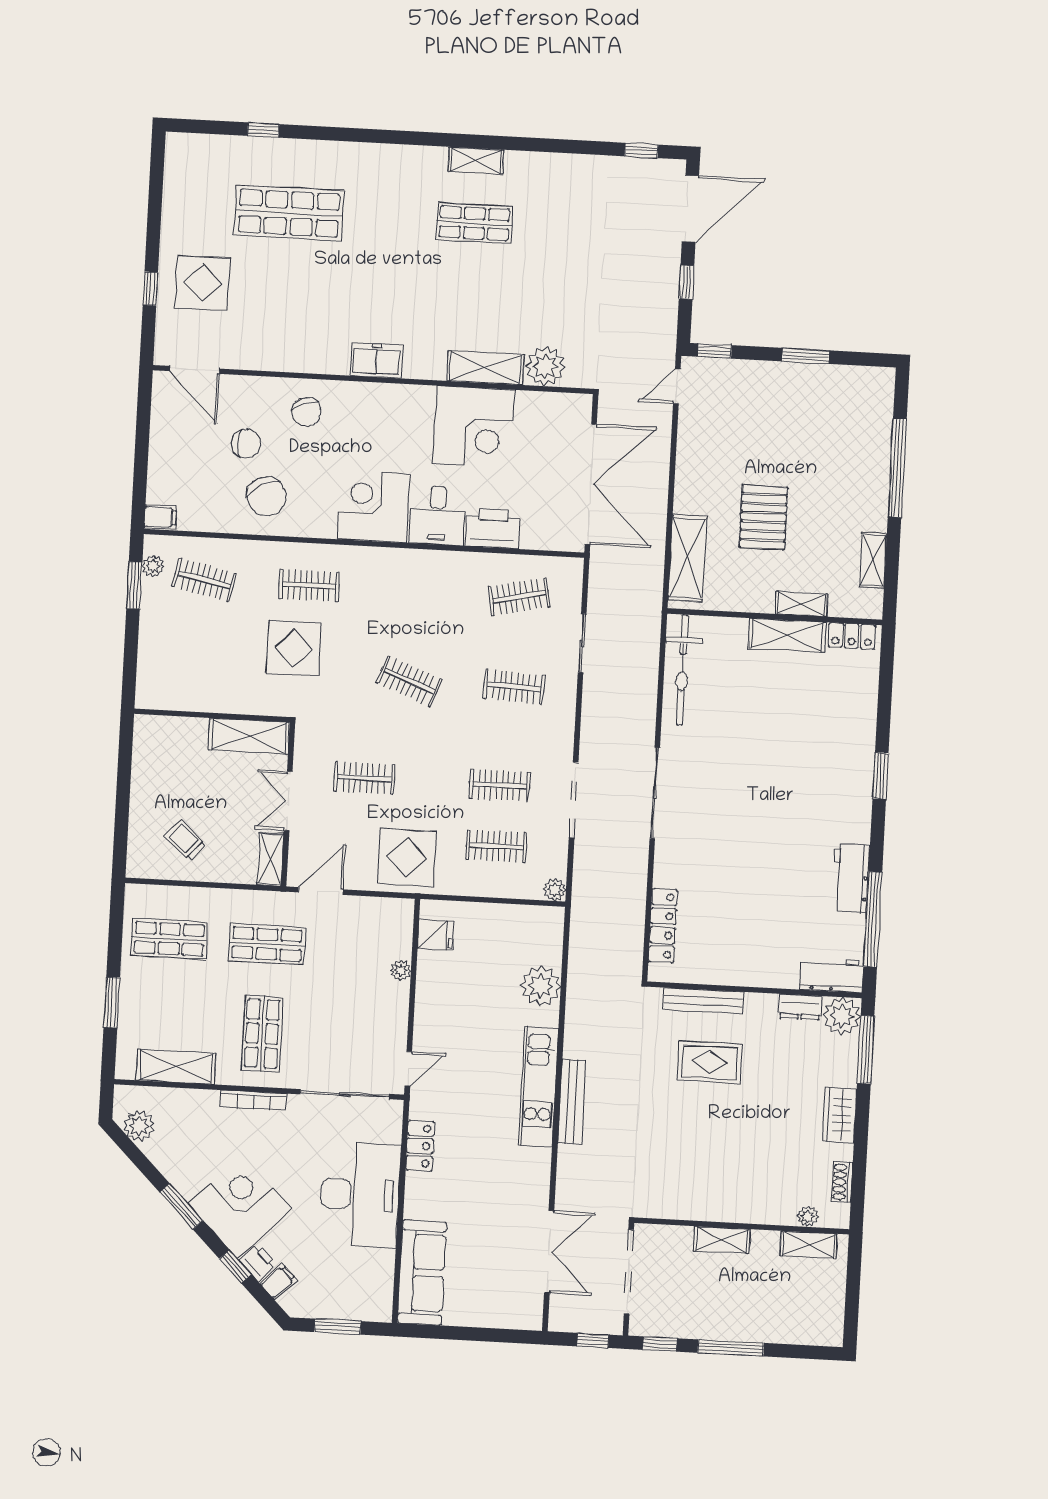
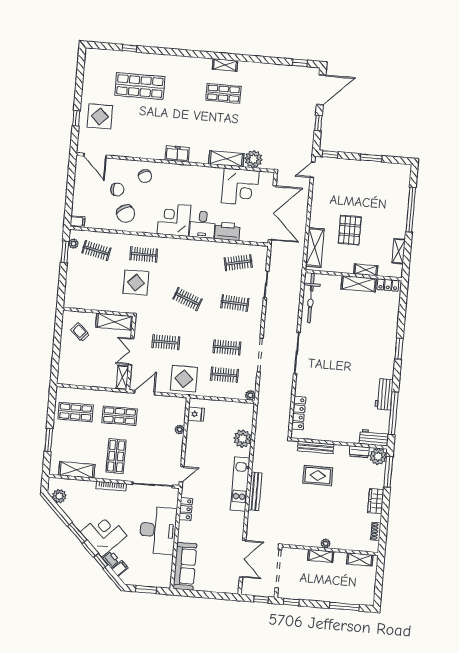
corner desk: (474, 427) -> (240, 187), moved
trolley: (185, 840) -> (80, 332), moved
plant: (808, 1216) -> (326, 543), moved
window: (731, 1348) -> (344, 606), moved

